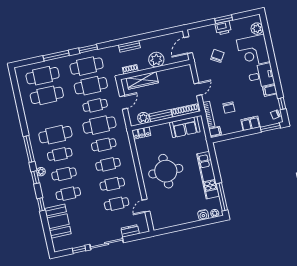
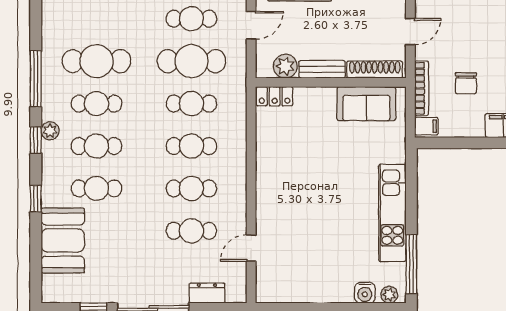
round table: (166, 171) -> (307, 186), removed

